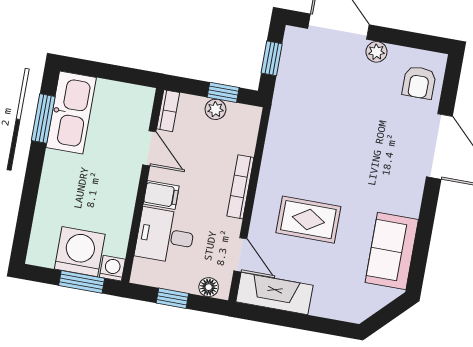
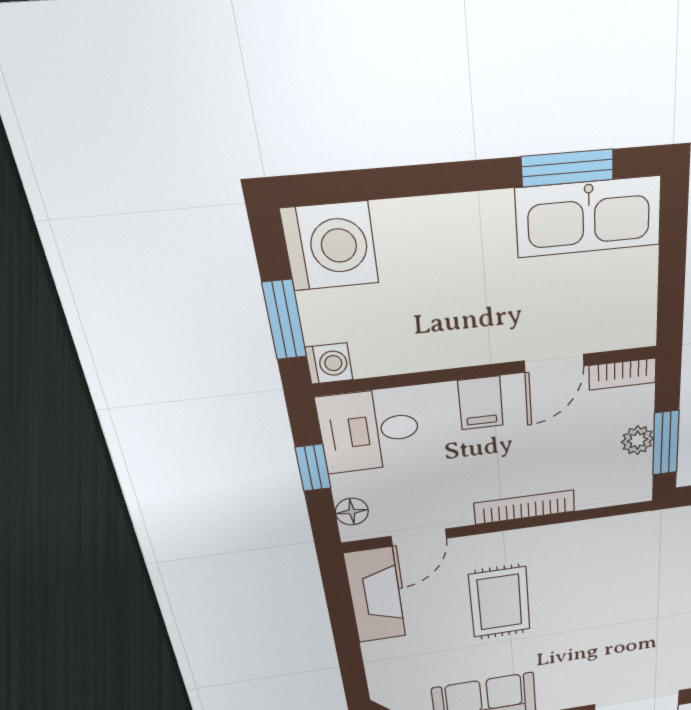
window: (223, 92) -> (666, 443), width x1.50
desk: (165, 236) -> (370, 431), moved, turned -90
washing machine: (80, 252) -> (330, 246), moved

